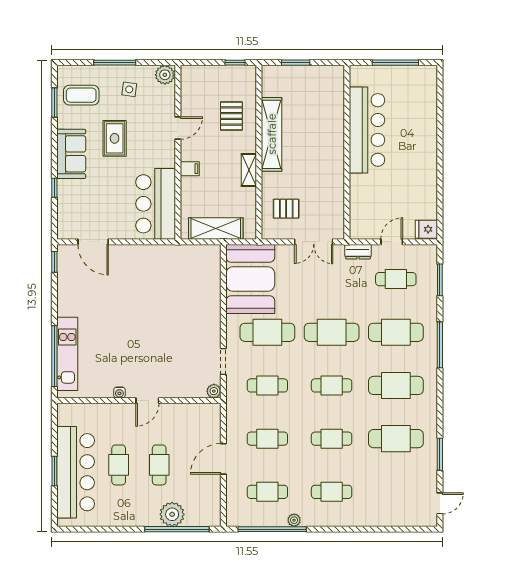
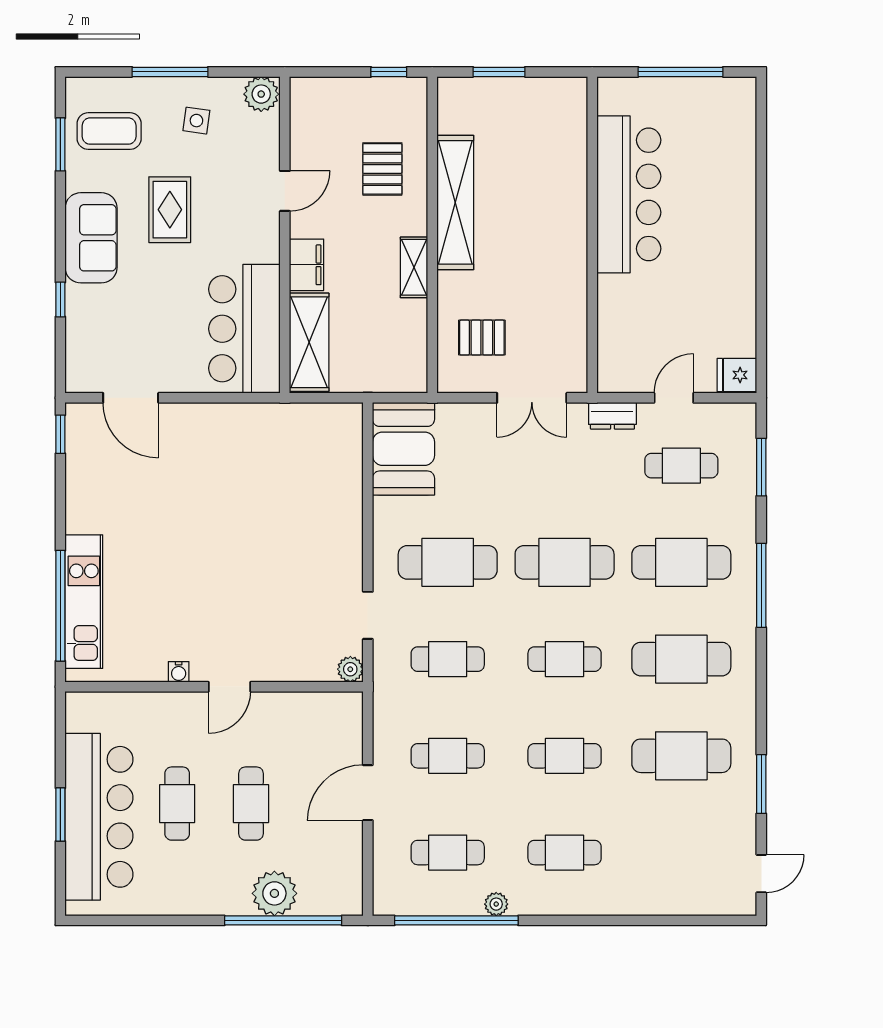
filing cabinet: (190, 169) -> (307, 265), width x2.00
shelving: (216, 228) -> (309, 342), moved, turned 90
booth: (250, 279) -> (403, 449), width x0.73, depth x0.70

